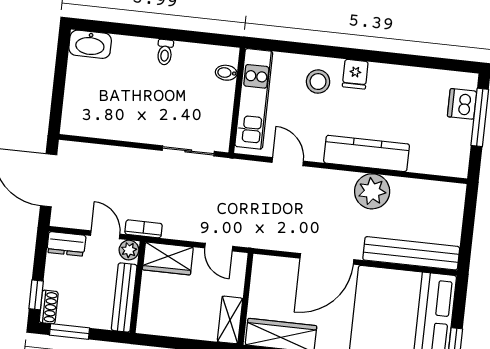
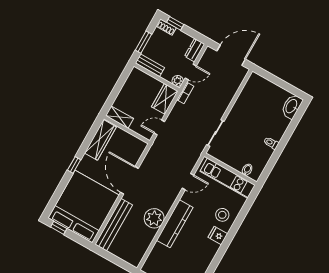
bench: (124, 298) -> (150, 65), width x0.73
window: (69, 332) -> (144, 42), moved

